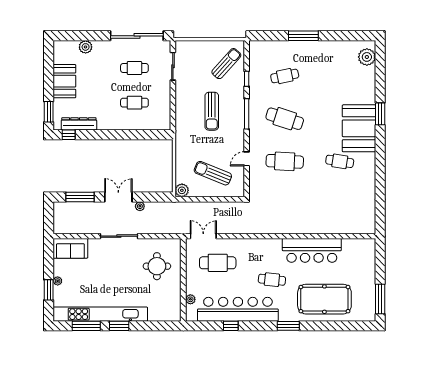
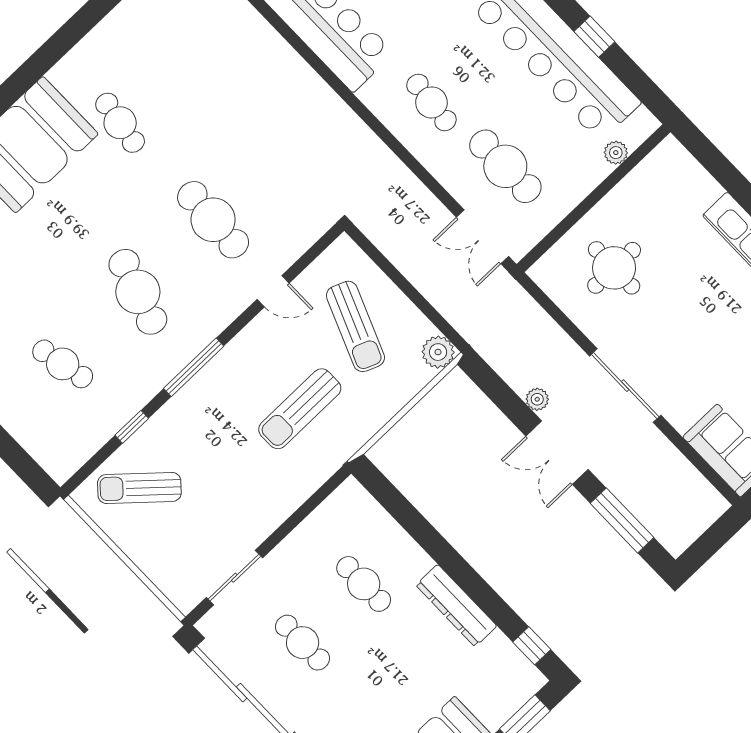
sun lounger: (212, 111) -> (300, 409), moved, turned 180
dresser: (79, 124) -> (456, 606), moved
cafe table: (272, 280) -> (431, 102), moved

